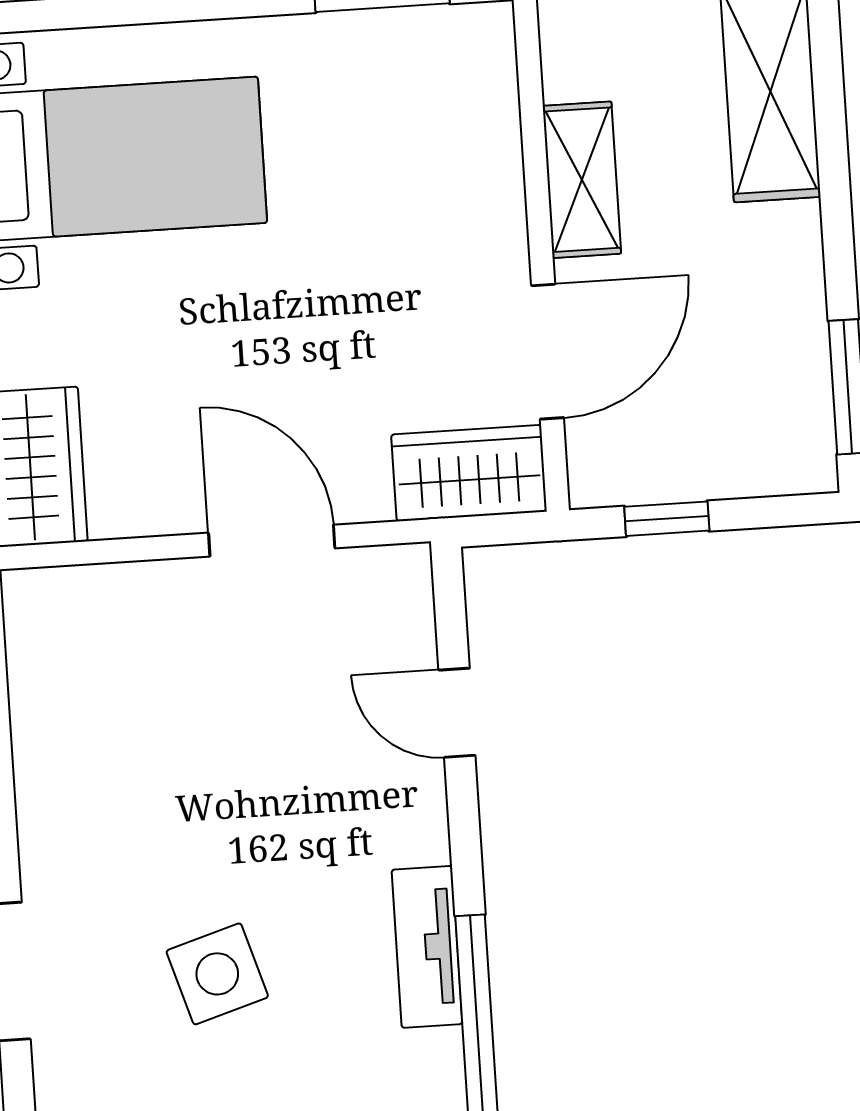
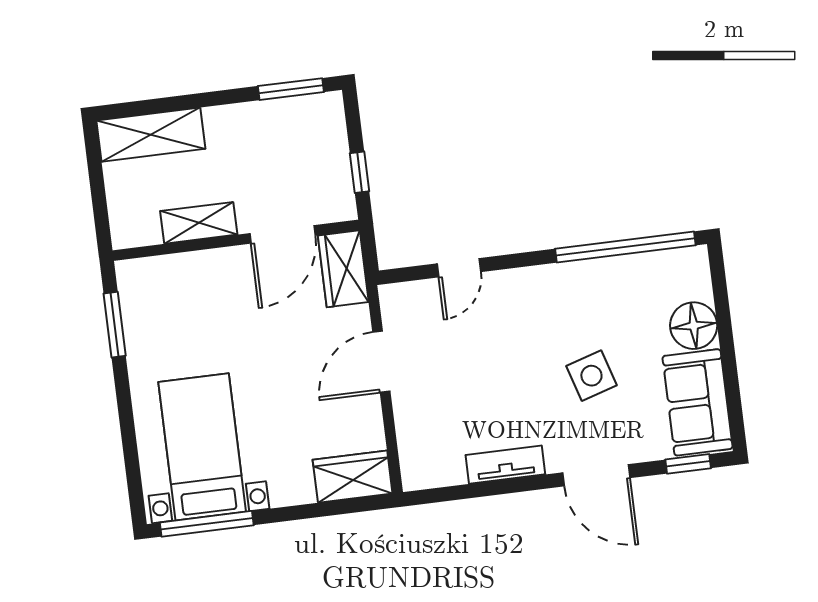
door: (548, 352) -> (282, 234), swing flipped
tv unit: (427, 947) -> (505, 465), moved, turned 180

